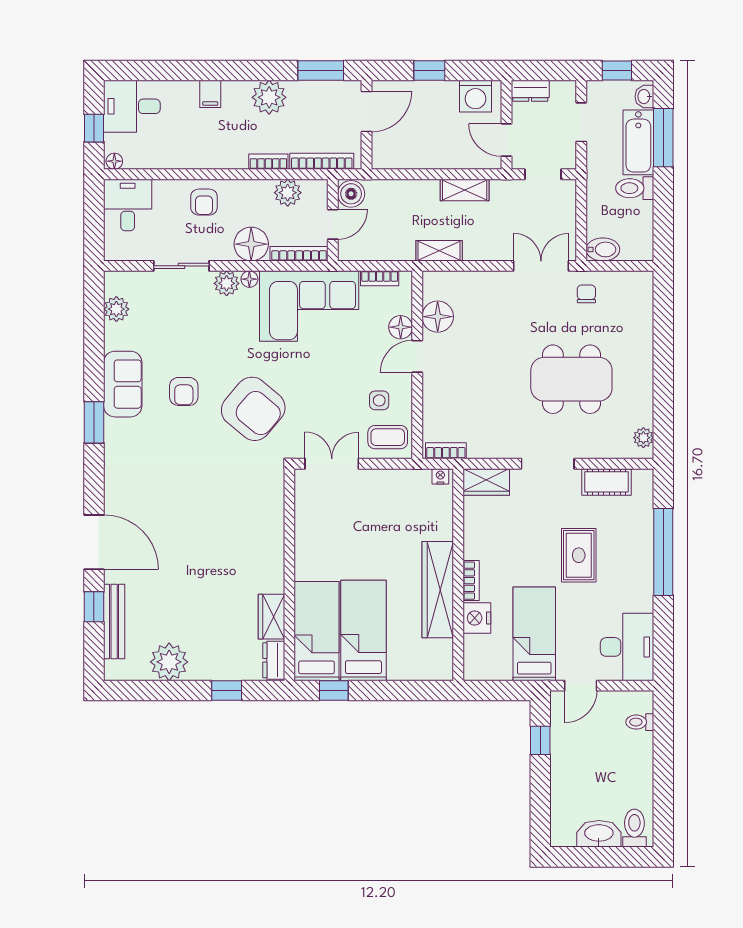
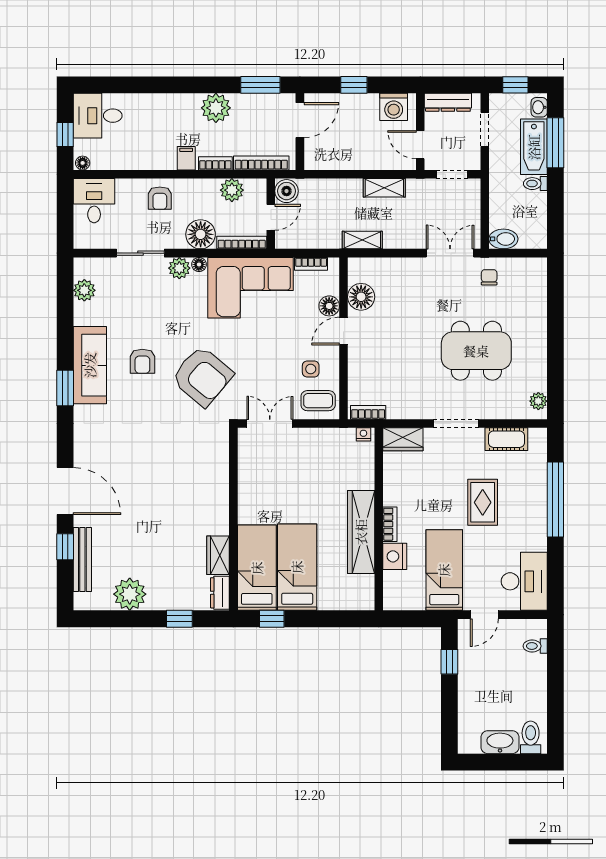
dresser: (530, 91) -> (448, 102), width x1.44
filing cabinet: (210, 94) -> (186, 158), moved, turned 180
toilet: (635, 188) -> (535, 184), width x0.73, depth x0.72
sofa: (123, 384) -> (90, 365), width x1.36

